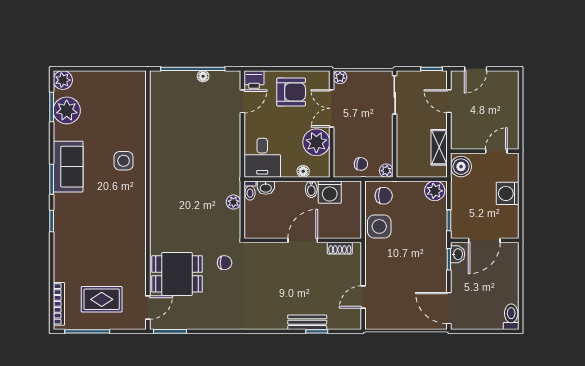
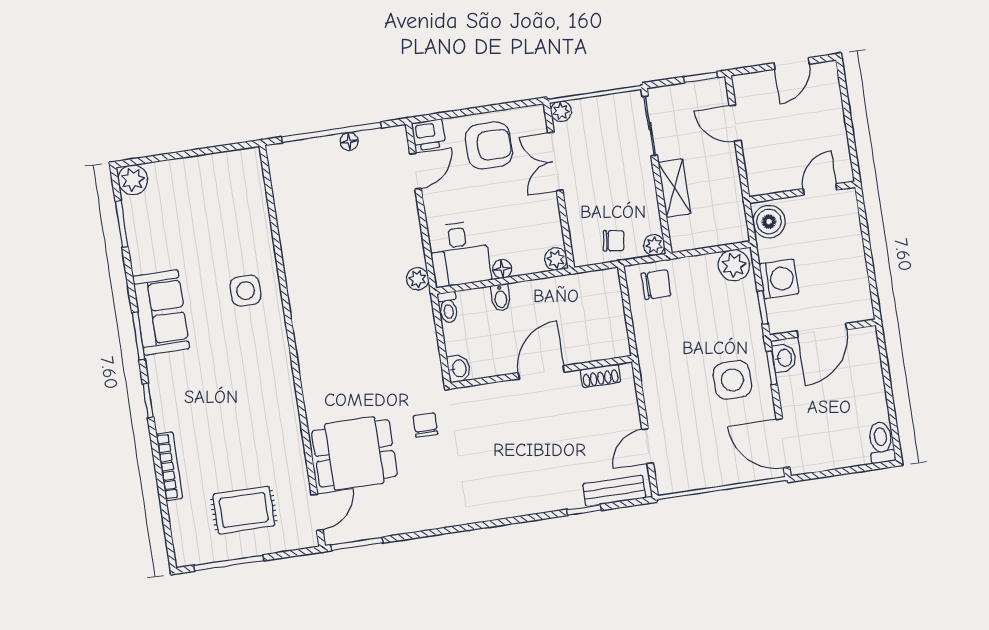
door: (476, 69) -> (792, 64), moved
plant: (67, 110) -> (146, 226), removed
plant: (316, 142) -> (556, 259), moved, width x0.53, depth x0.53
shelving: (439, 147) -> (674, 188), moved
floor lamp: (303, 171) -> (502, 269), moved
washbasin: (266, 188) -> (459, 369), moved, turned -90
bidet: (311, 189) -> (501, 298), moved
washing machine: (330, 192) -> (572, 291), removed
washing machine: (508, 193) -> (779, 279), moved, turned 180
plant: (233, 202) -> (418, 279), moved
side table: (379, 226) -> (732, 380), moved
chair: (225, 263) -> (425, 425), turned -90
bookcase: (59, 304) -> (169, 466), moved
bench: (307, 322) -> (614, 491), moved

